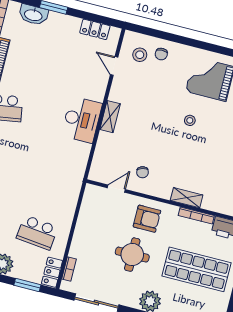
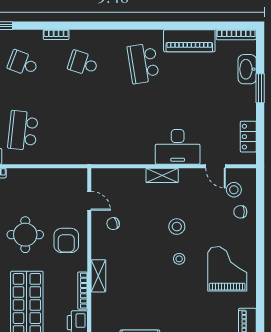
door: (114, 66) -> (216, 166), swing flipped
stool: (160, 115) -> (177, 227), added
desk: (82, 120) -> (178, 147), moved

